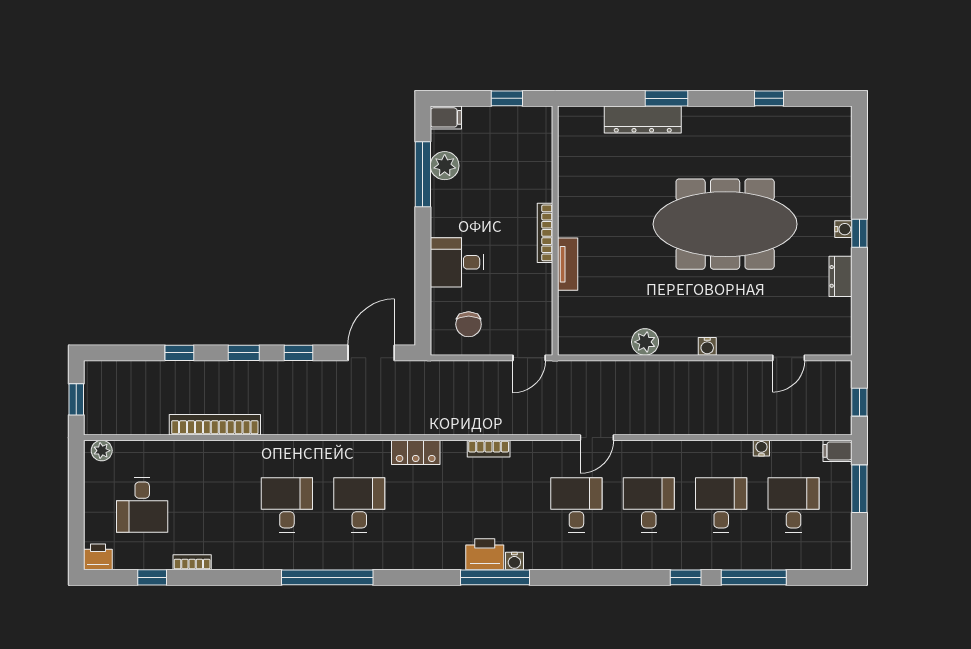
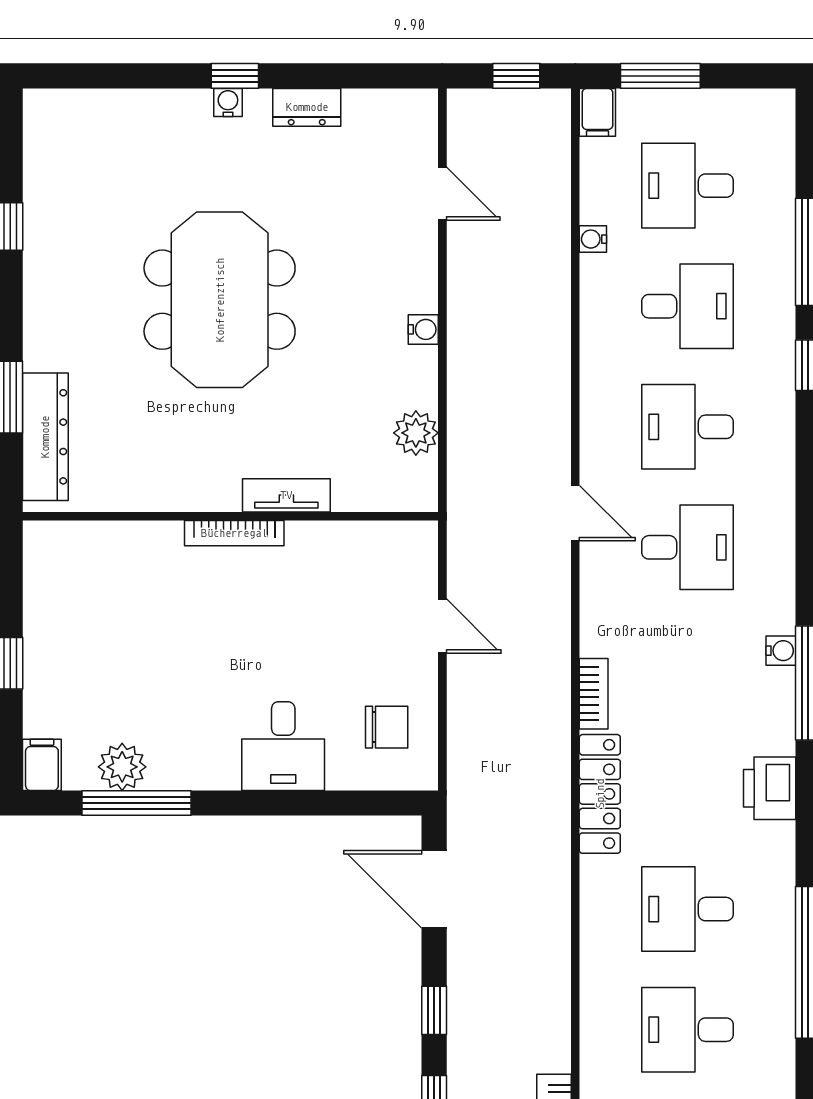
meeting table: (725, 224) -> (220, 300), width x0.73
wall: (555, 231) -> (230, 516), moved
bookcase: (545, 233) -> (234, 533), moved
tv unit: (568, 264) -> (286, 495), moved
locker: (416, 452) -> (600, 794), width x1.53
desk: (576, 505) -> (688, 547), turned 180
desk: (721, 505) -> (688, 306), turned 180
printer: (485, 554) -> (770, 788), moved

